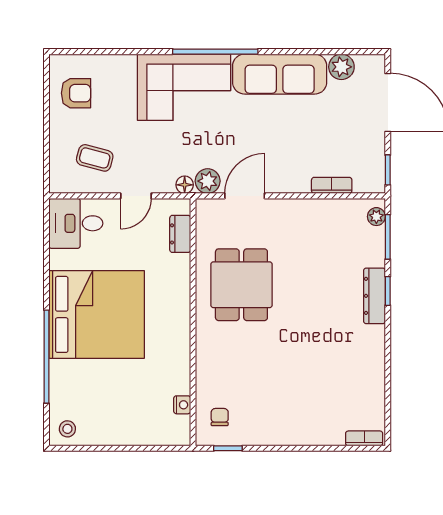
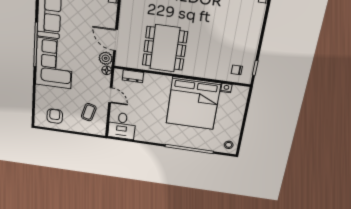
dining table: (241, 285) -> (165, 48), width x1.38
bed: (97, 314) -> (193, 103), moved, turned 180

